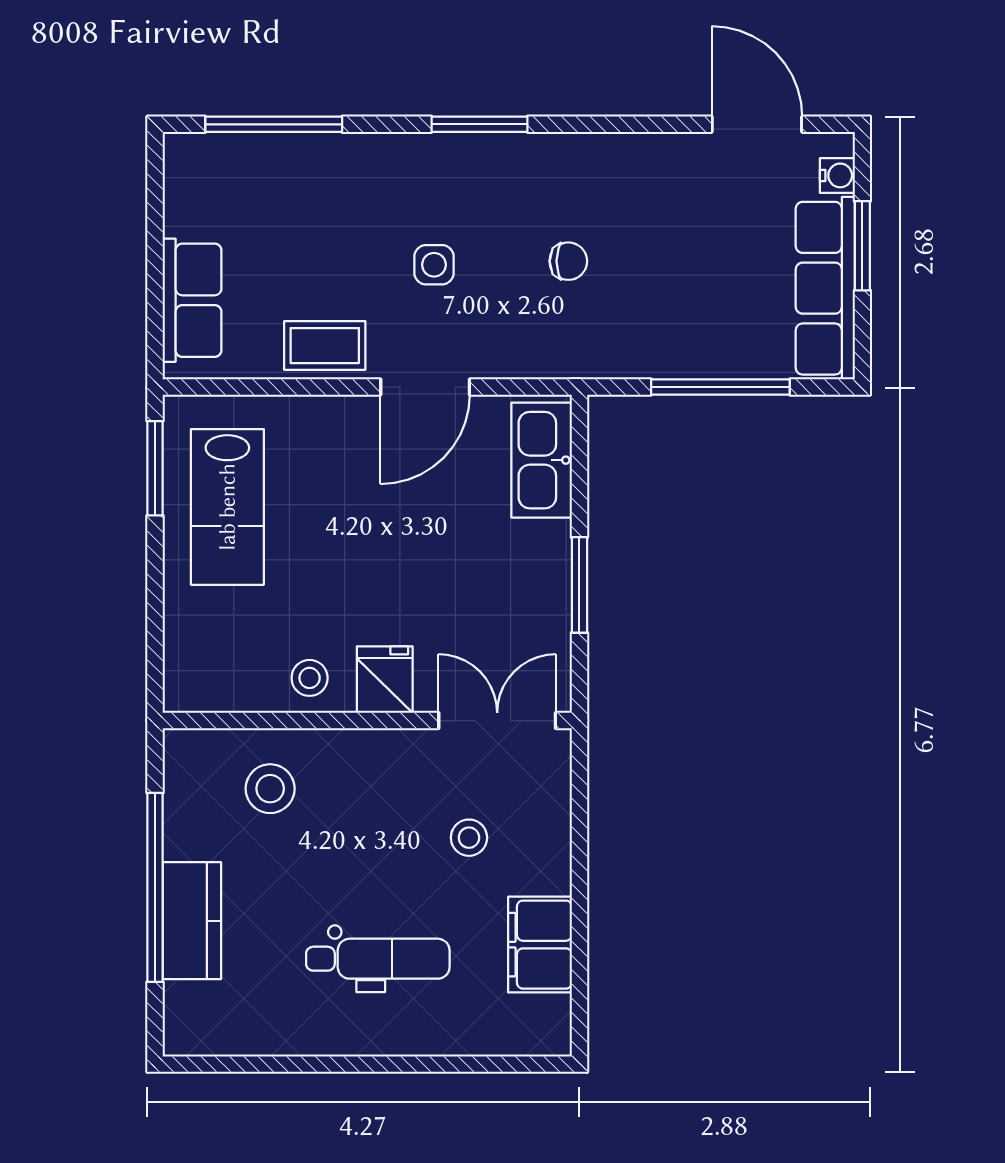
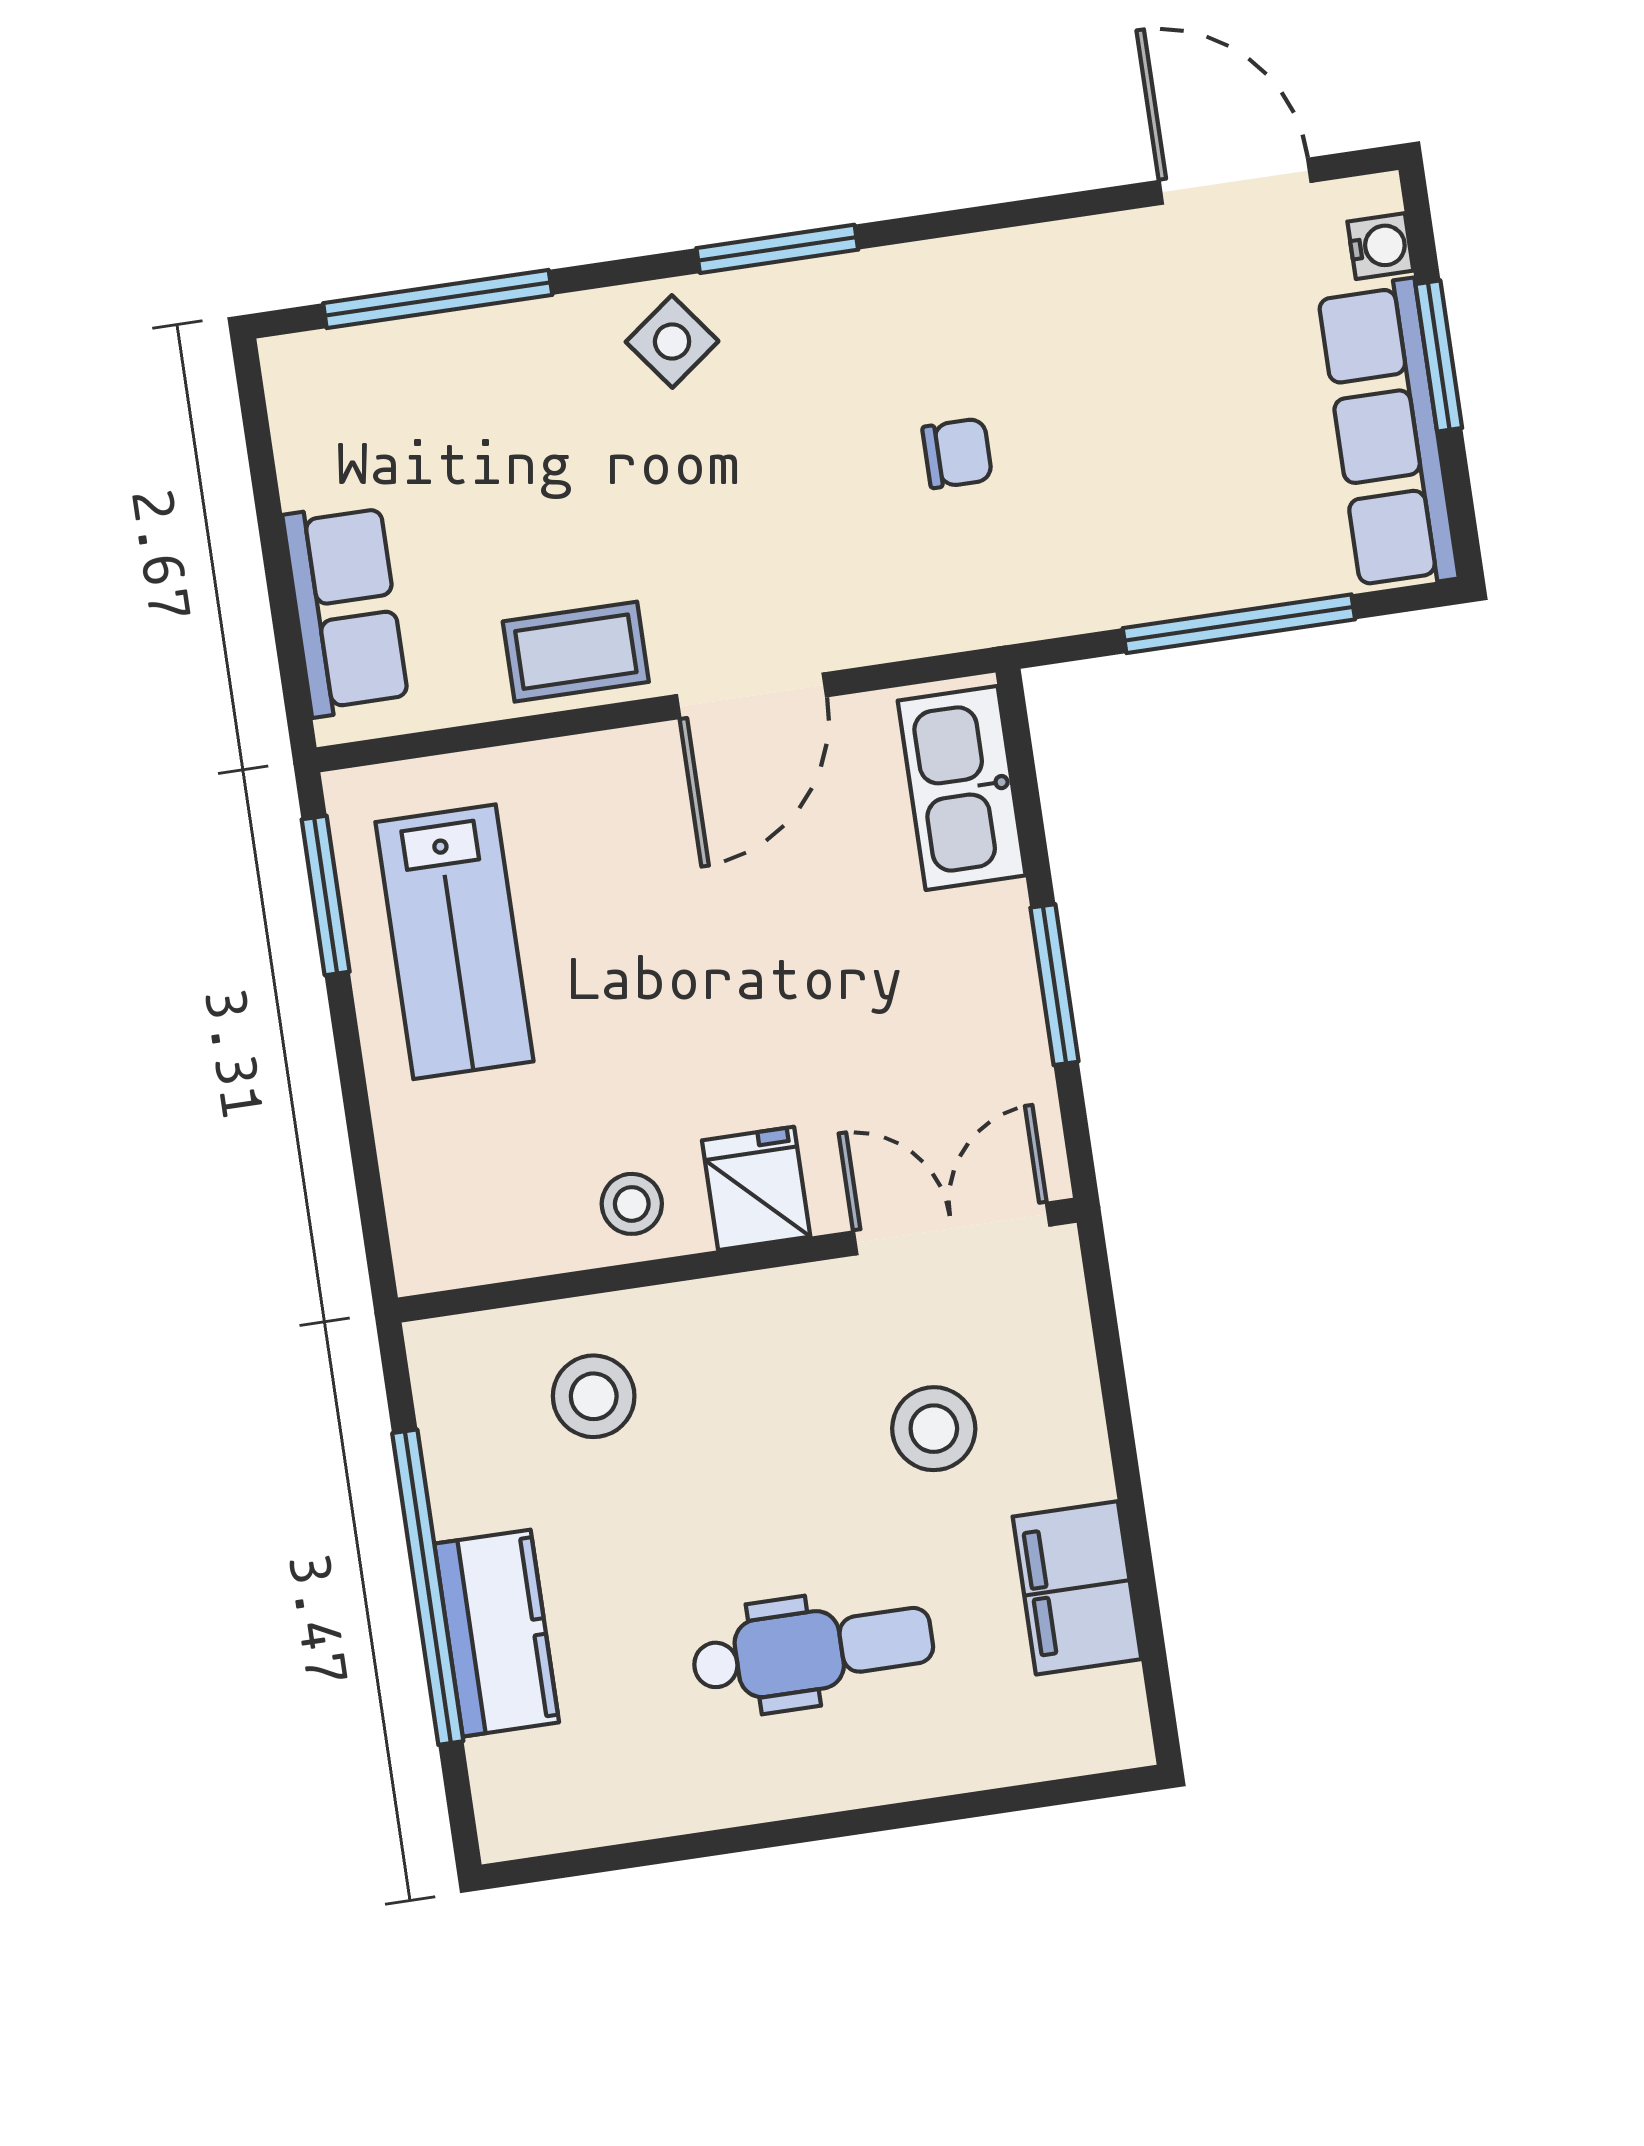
side table: (434, 265) -> (672, 341), moved, turned -37
stool: (469, 838) -> (934, 1429), width x1.37, depth x1.37

